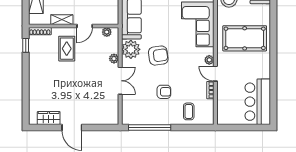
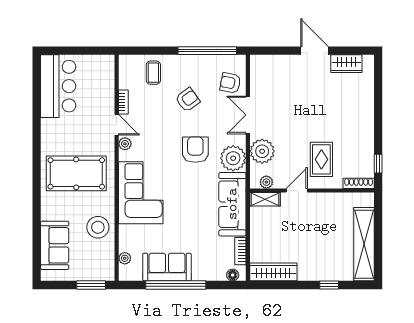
shelving: (62, 20) -> (265, 199), moved
armchair: (158, 56) -> (195, 150), turned 98
plant: (114, 59) -> (262, 151), width x1.88, depth x1.88
armchair: (164, 92) -> (188, 100), turned 144
armchair: (133, 104) -> (230, 83), added

